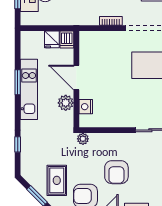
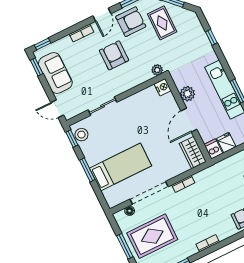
wardrobe: (88, 46) -> (193, 153), added
door: (76, 78) -> (189, 120), swing flipped
nightstand: (86, 107) -> (163, 87), moved

